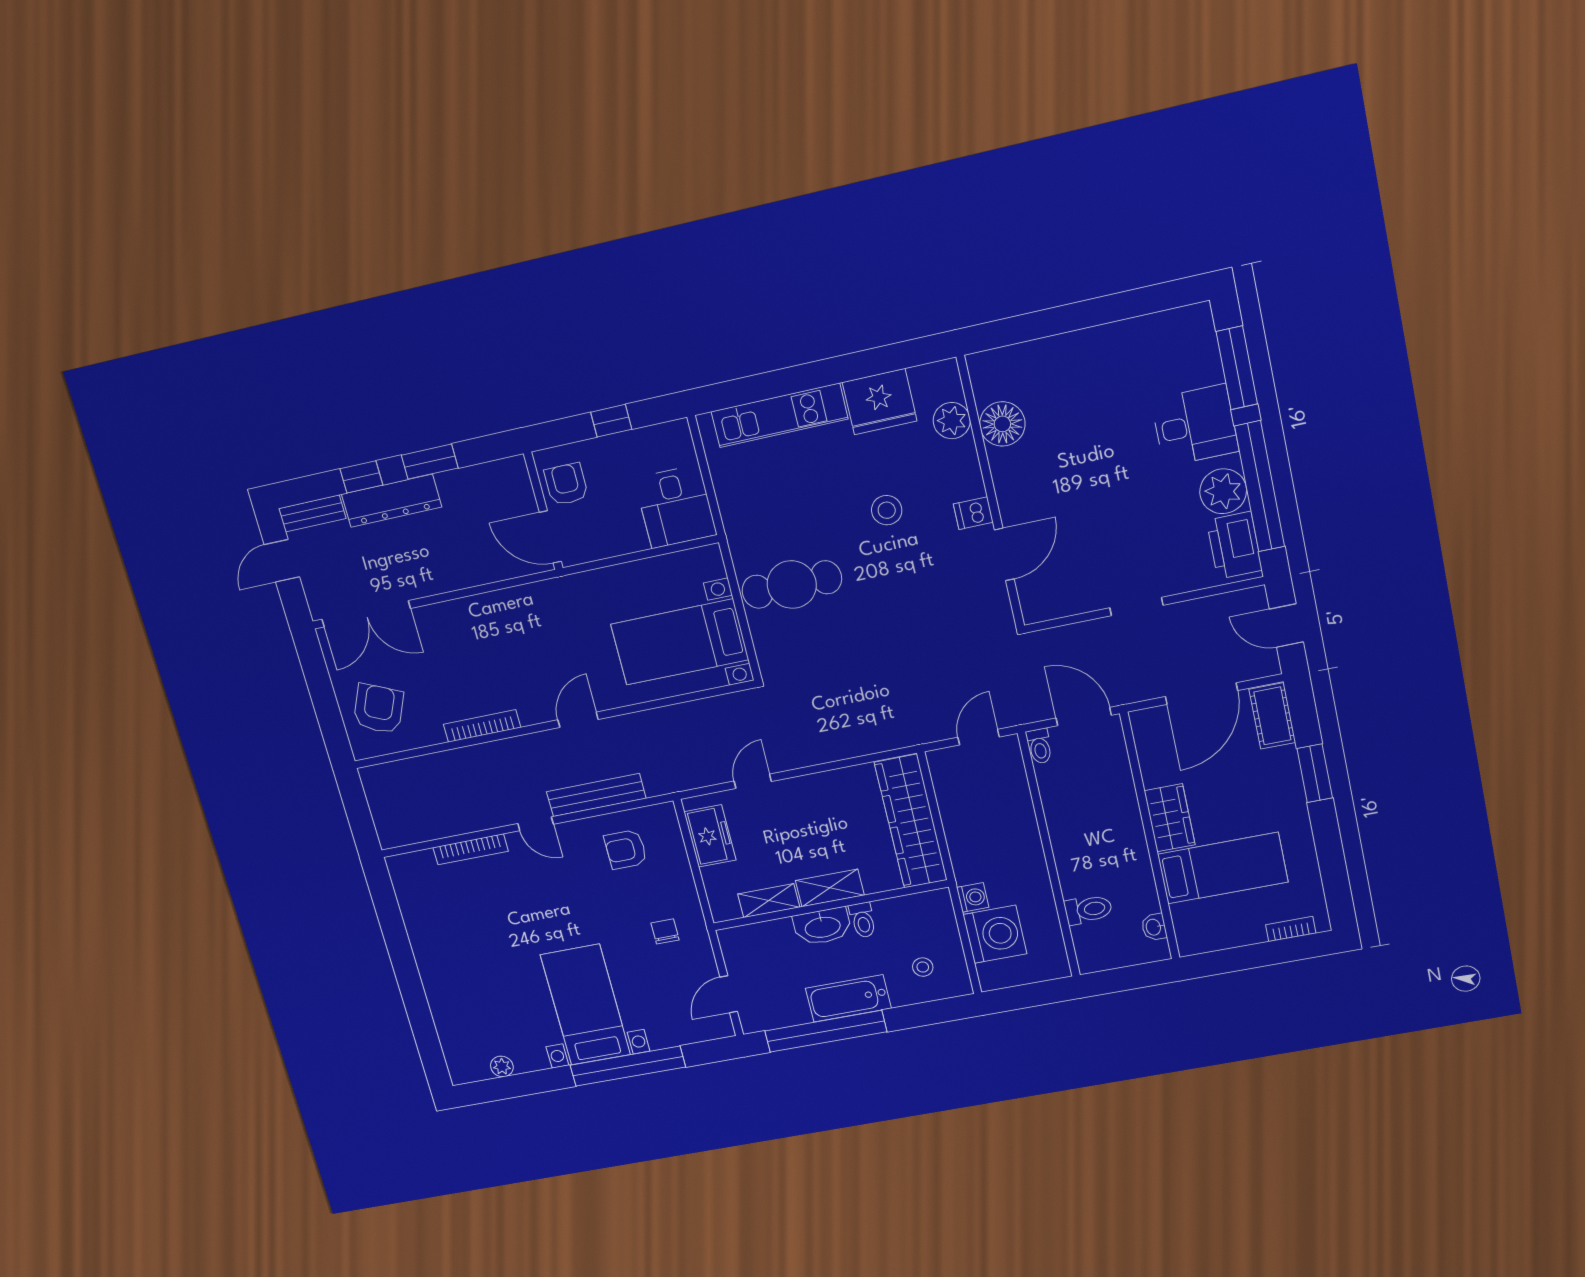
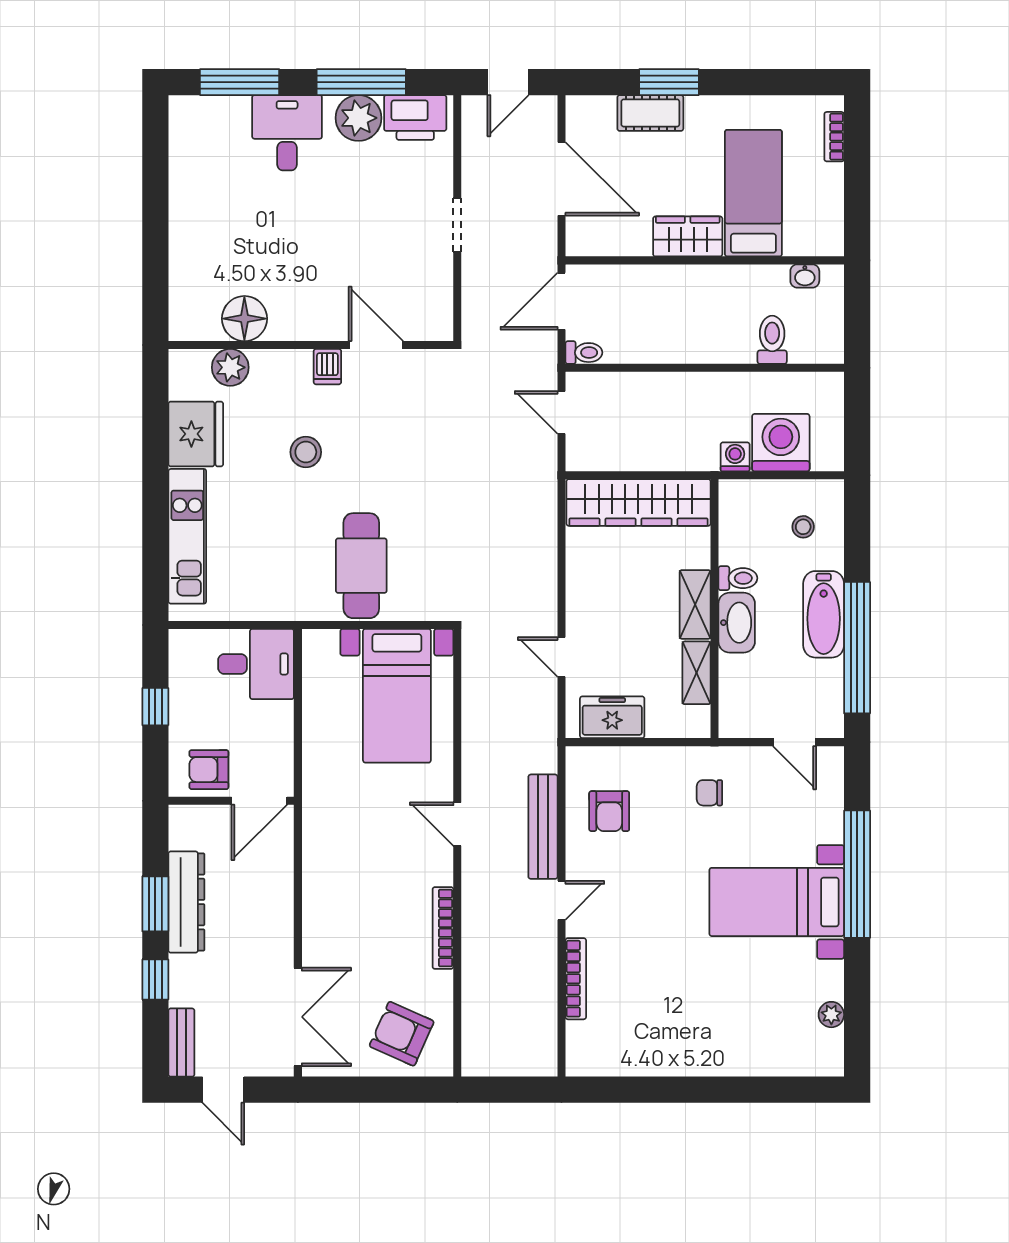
window: (1260, 486) -> (361, 82), width x0.68
dresser: (392, 501) -> (186, 902), moved
cot: (1272, 716) -> (650, 113), moved

